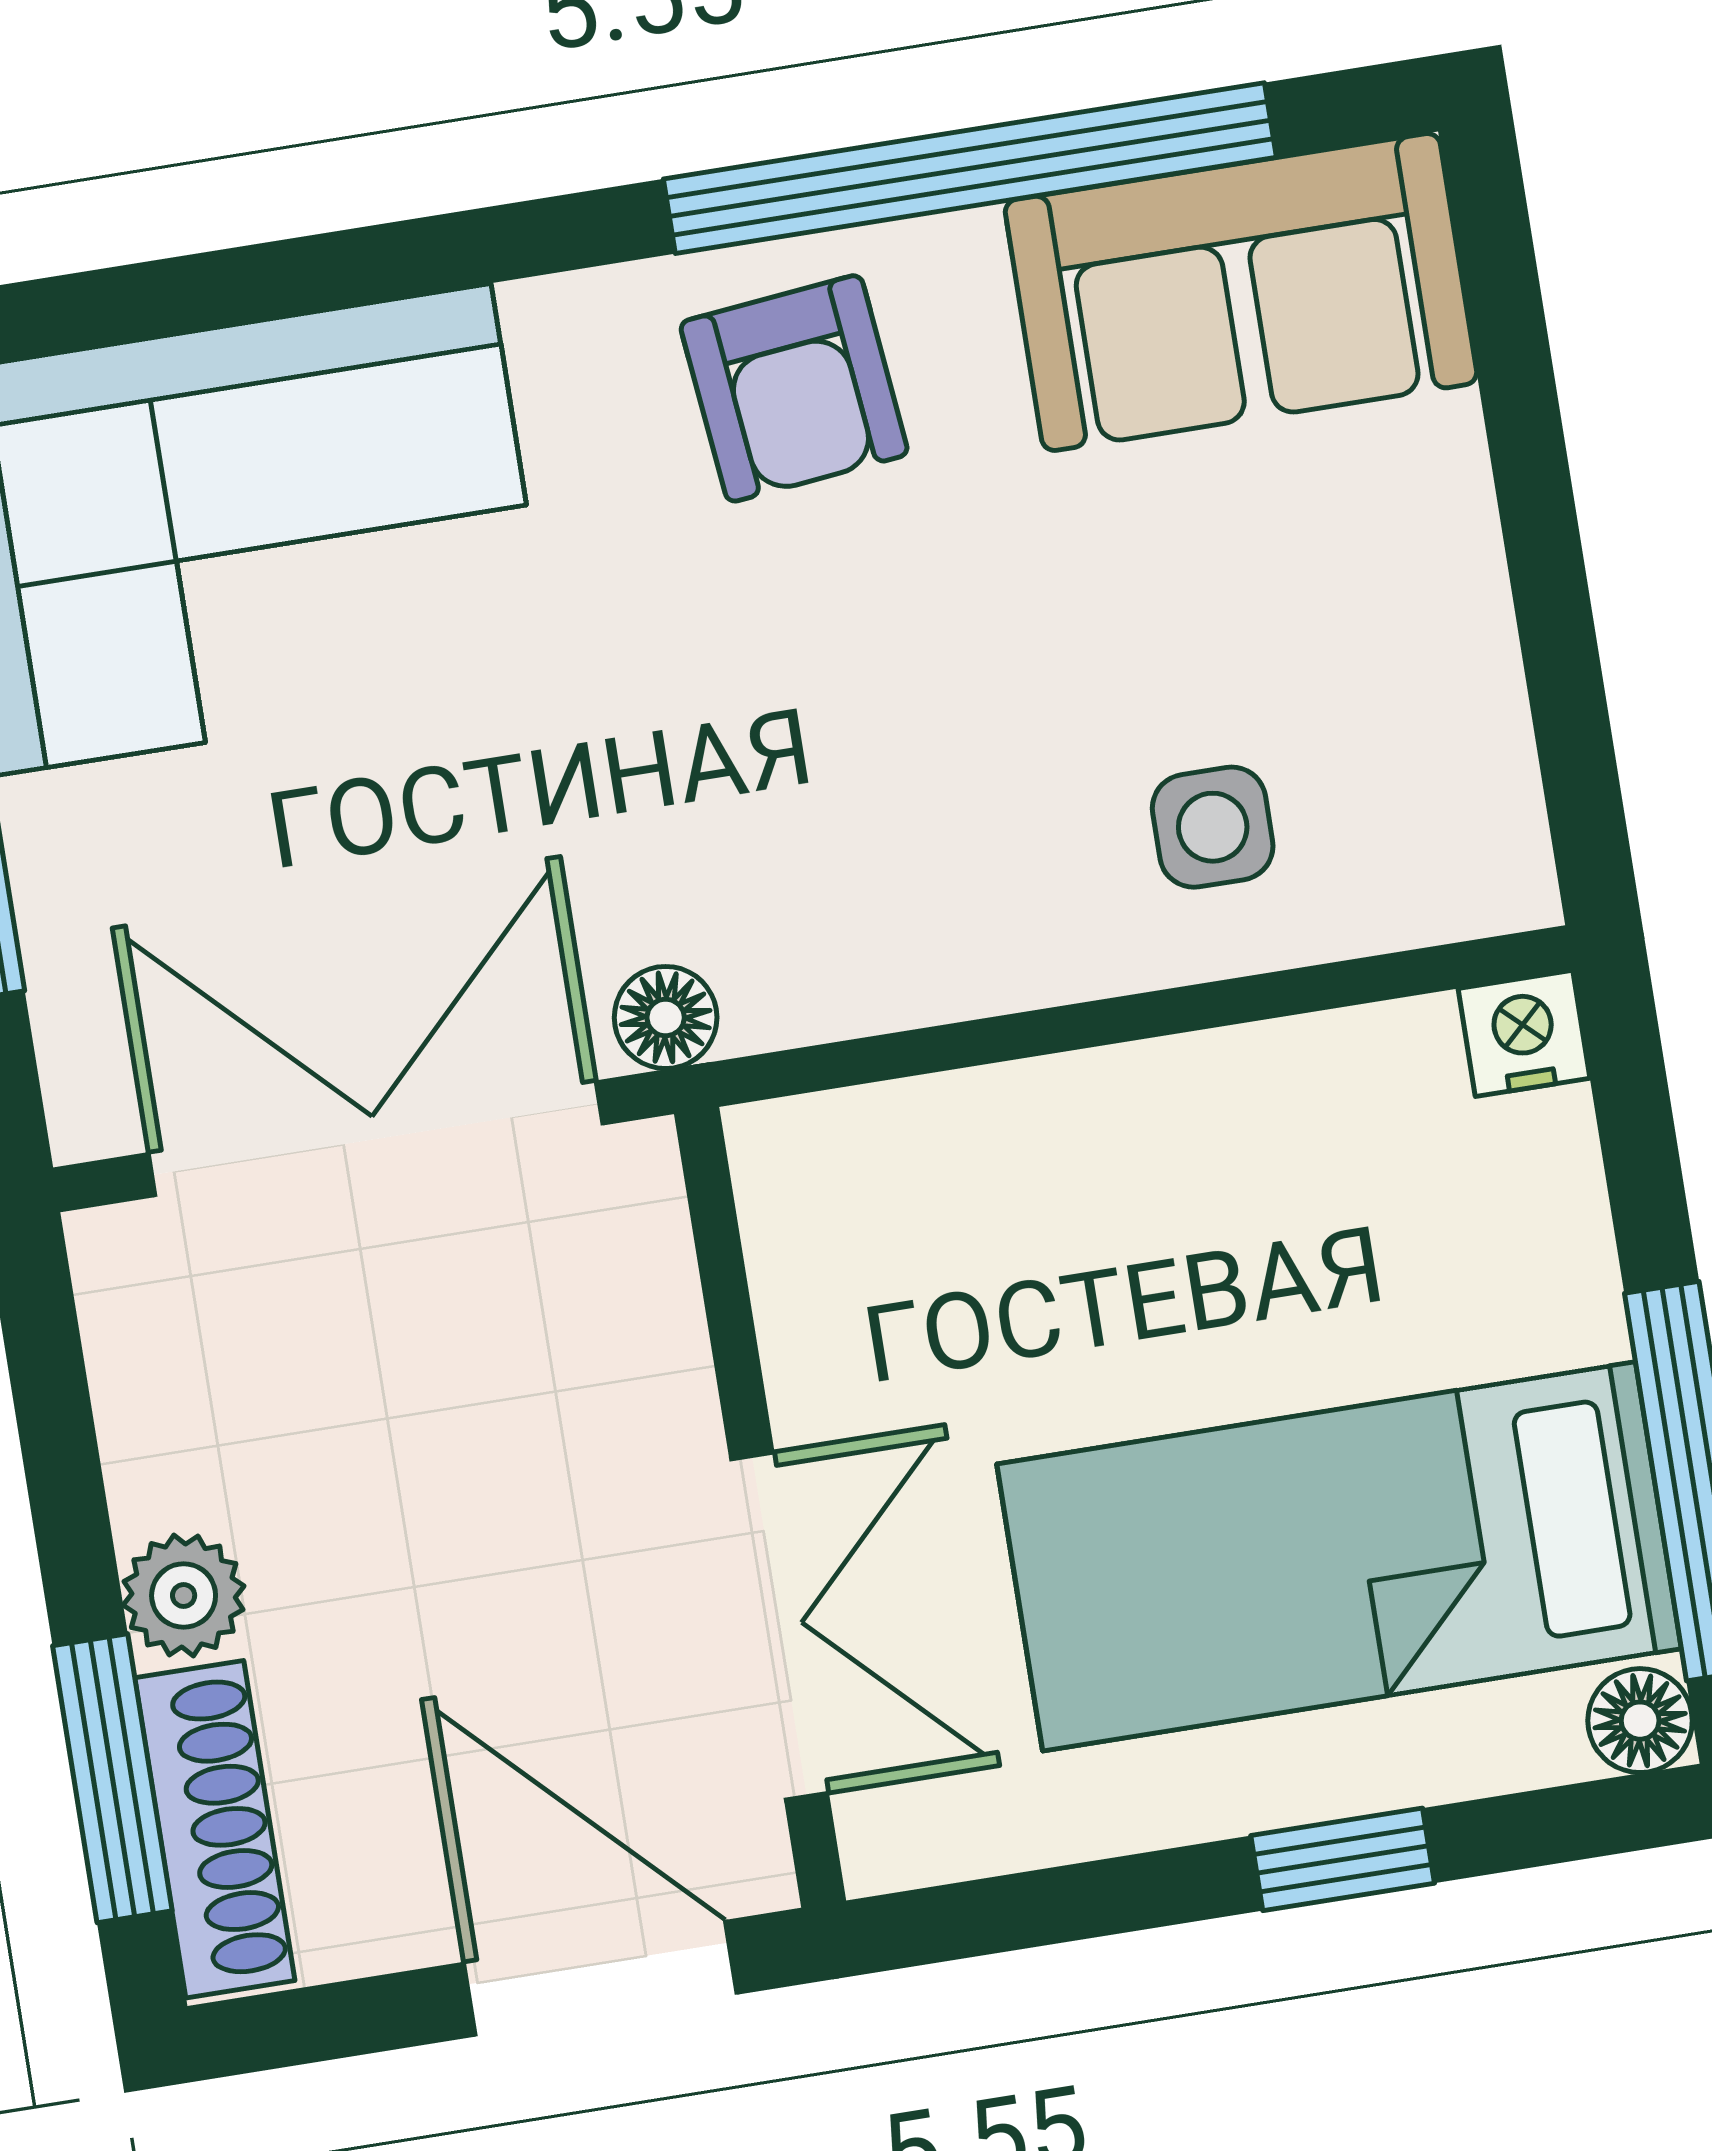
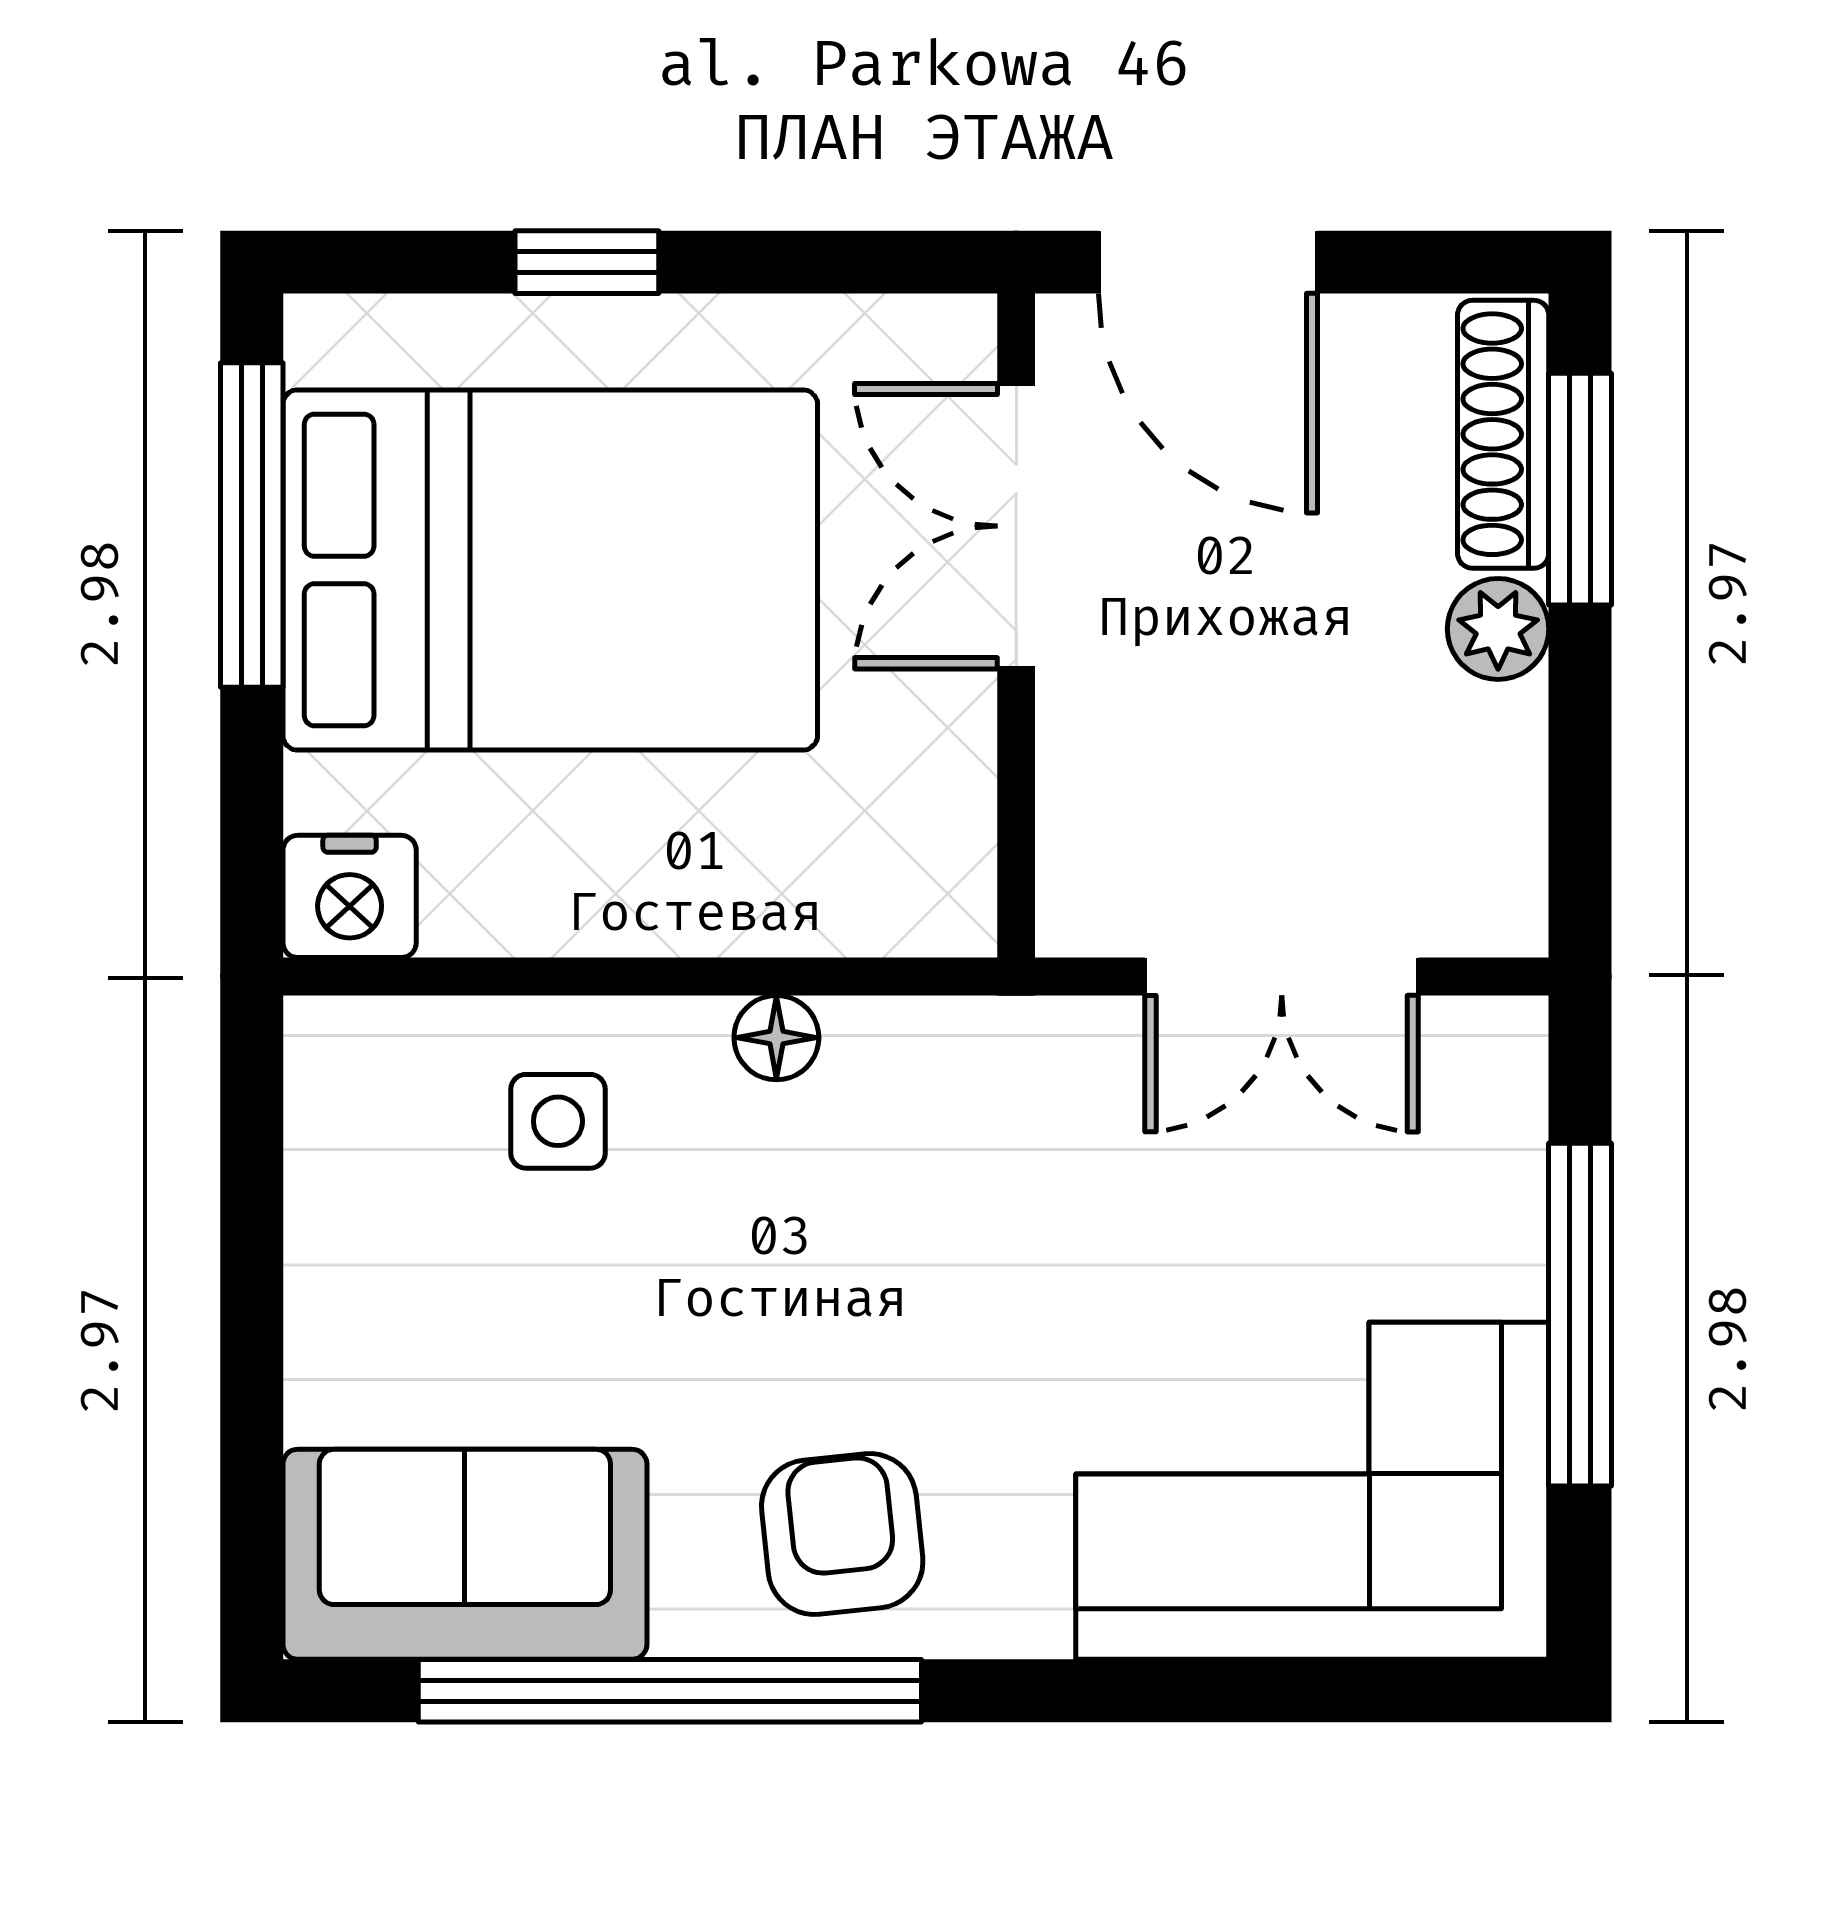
floor lamp: (666, 1017) -> (776, 1038), moved
nightstand: (1524, 1033) -> (350, 896), width x1.39, depth x1.35
double door: (376, 1139) -> (1282, 976), width x0.73
bed: (1339, 1556) -> (550, 570), width x1.50
floor lamp: (1640, 1721) -> (326, 337), removed

